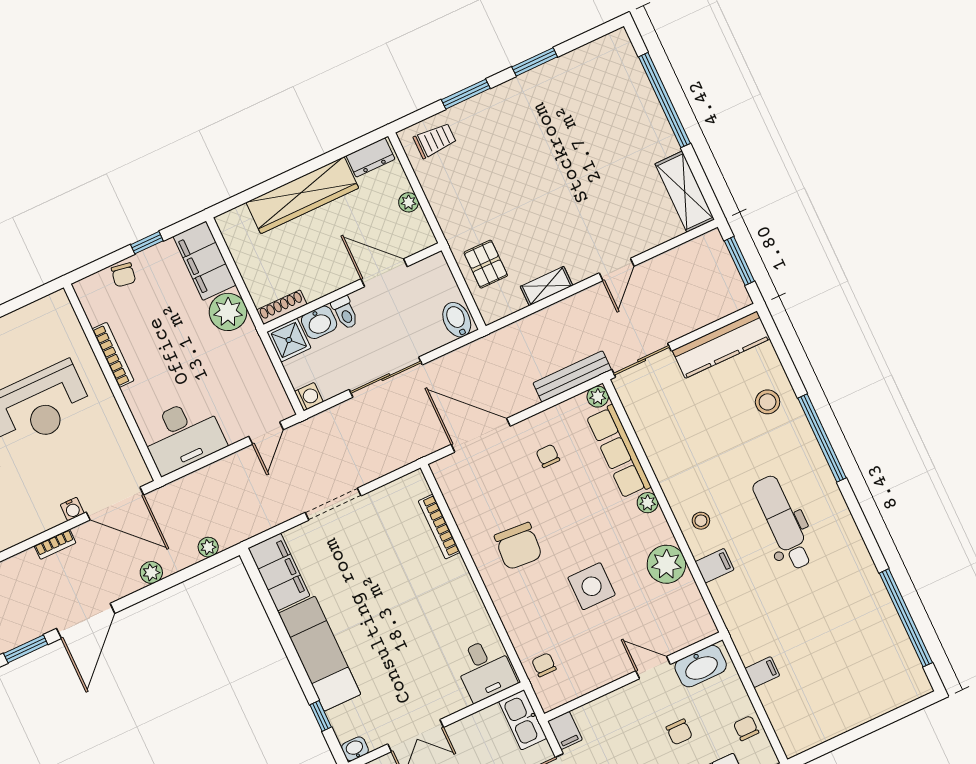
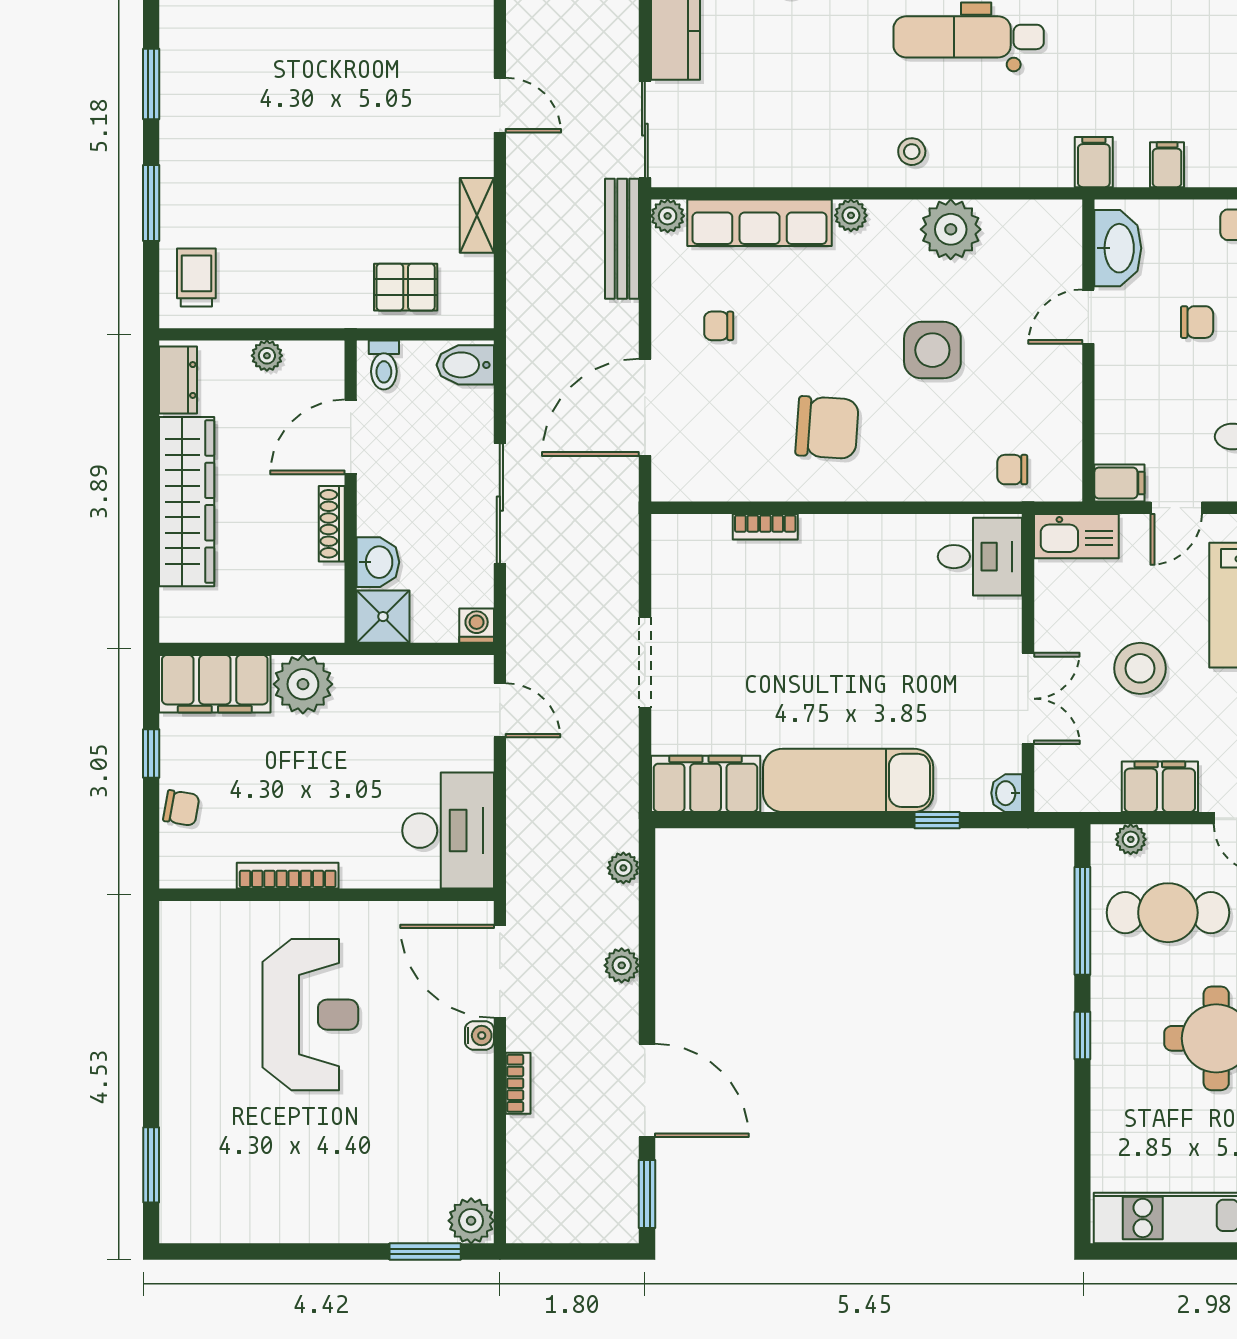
shoe rack: (282, 307) -> (332, 524), moved
toilet: (345, 313) -> (384, 365), moved, turned 90
door: (115, 503) -> (500, 971), swing flipped
bookcase: (439, 527) -> (765, 527), width x0.64
filing cabinet: (715, 566) -> (1094, 162), moved

